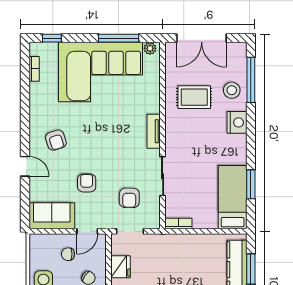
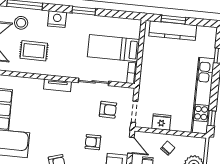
stool: (232, 90) -> (21, 23), moved
rug: (194, 97) -> (34, 51), turned 90
window: (251, 184) -> (84, 11), moved
bed: (233, 197) -> (114, 48), moved

